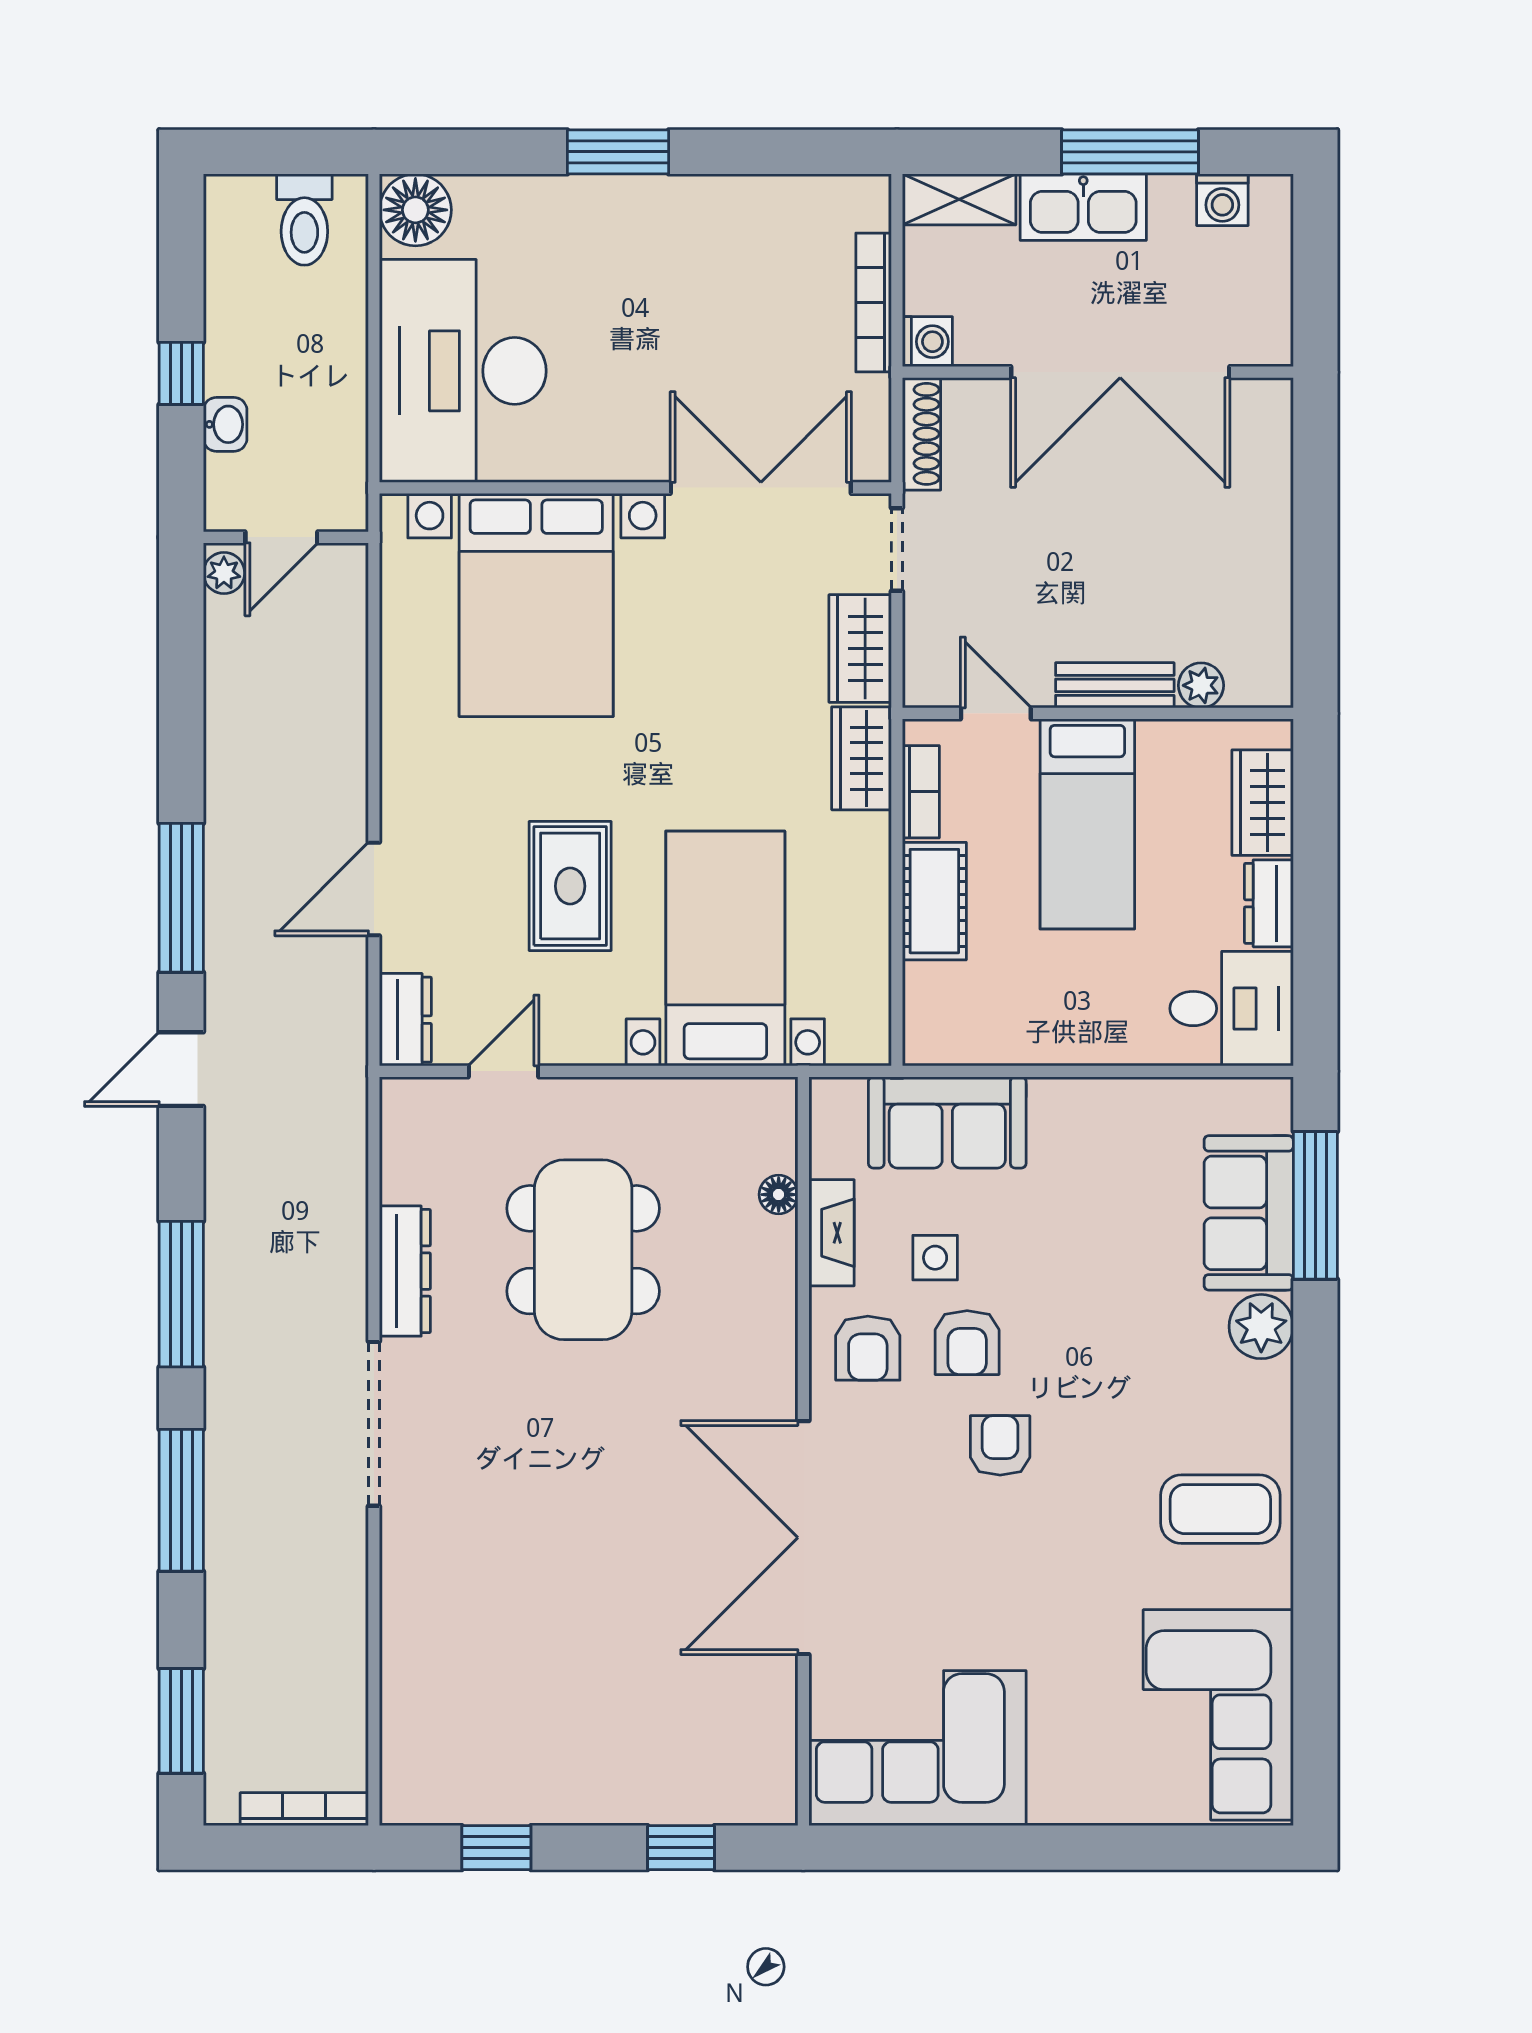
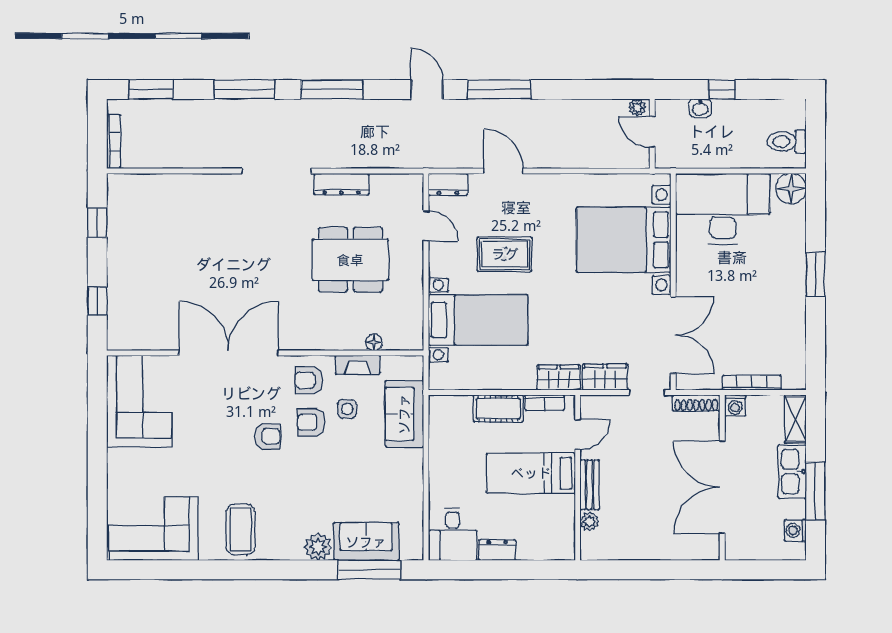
wardrobe: (1263, 803) -> (540, 547), removed

